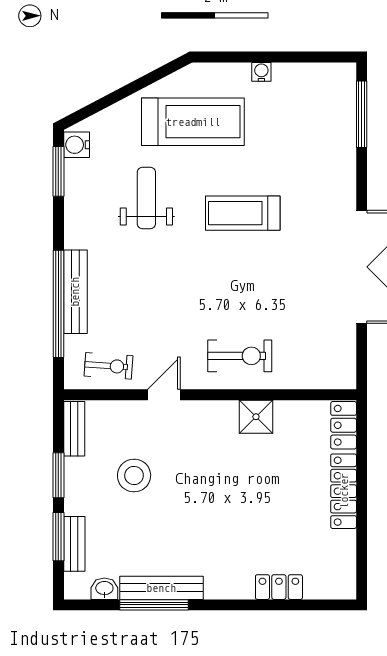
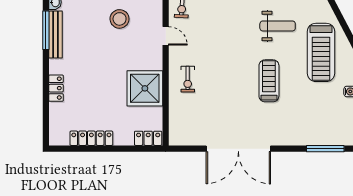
exercise bike: (240, 356) -> (188, 79), width x0.73, depth x0.72
shower: (256, 417) -> (145, 88), width x1.86, depth x1.86
locker: (344, 491) -> (91, 138), moved
locker: (279, 587) -> (56, 88), moved

